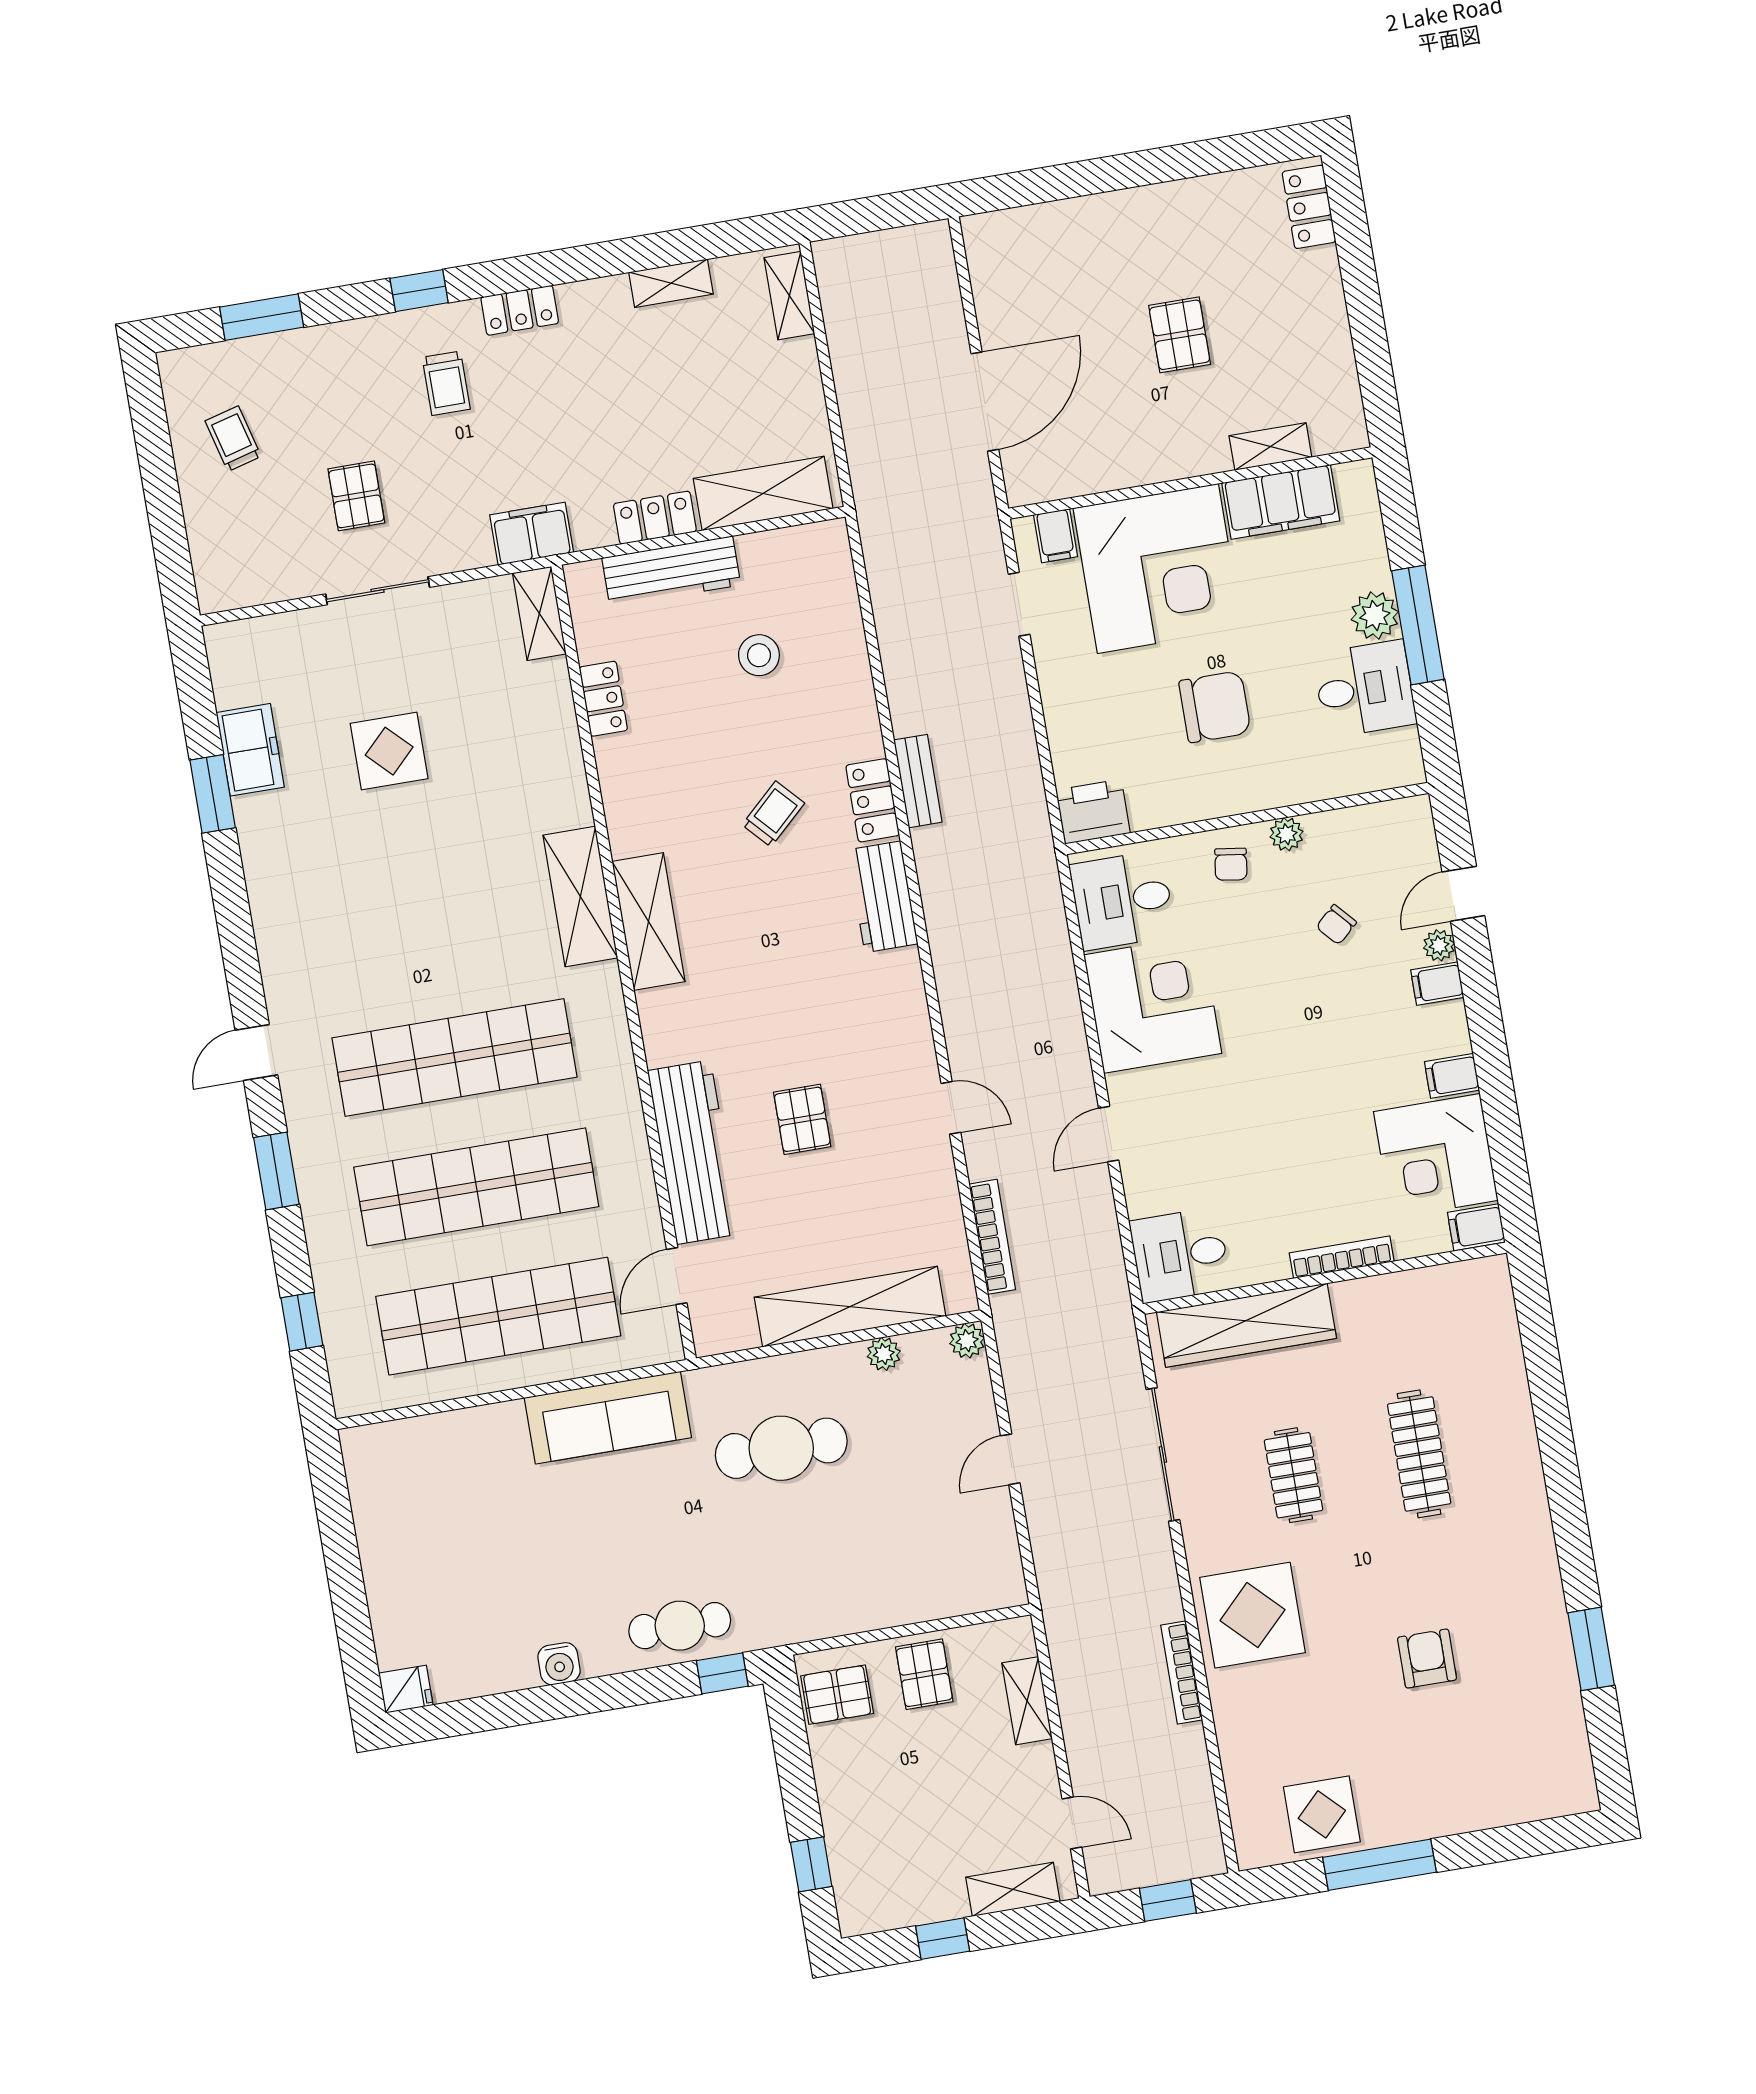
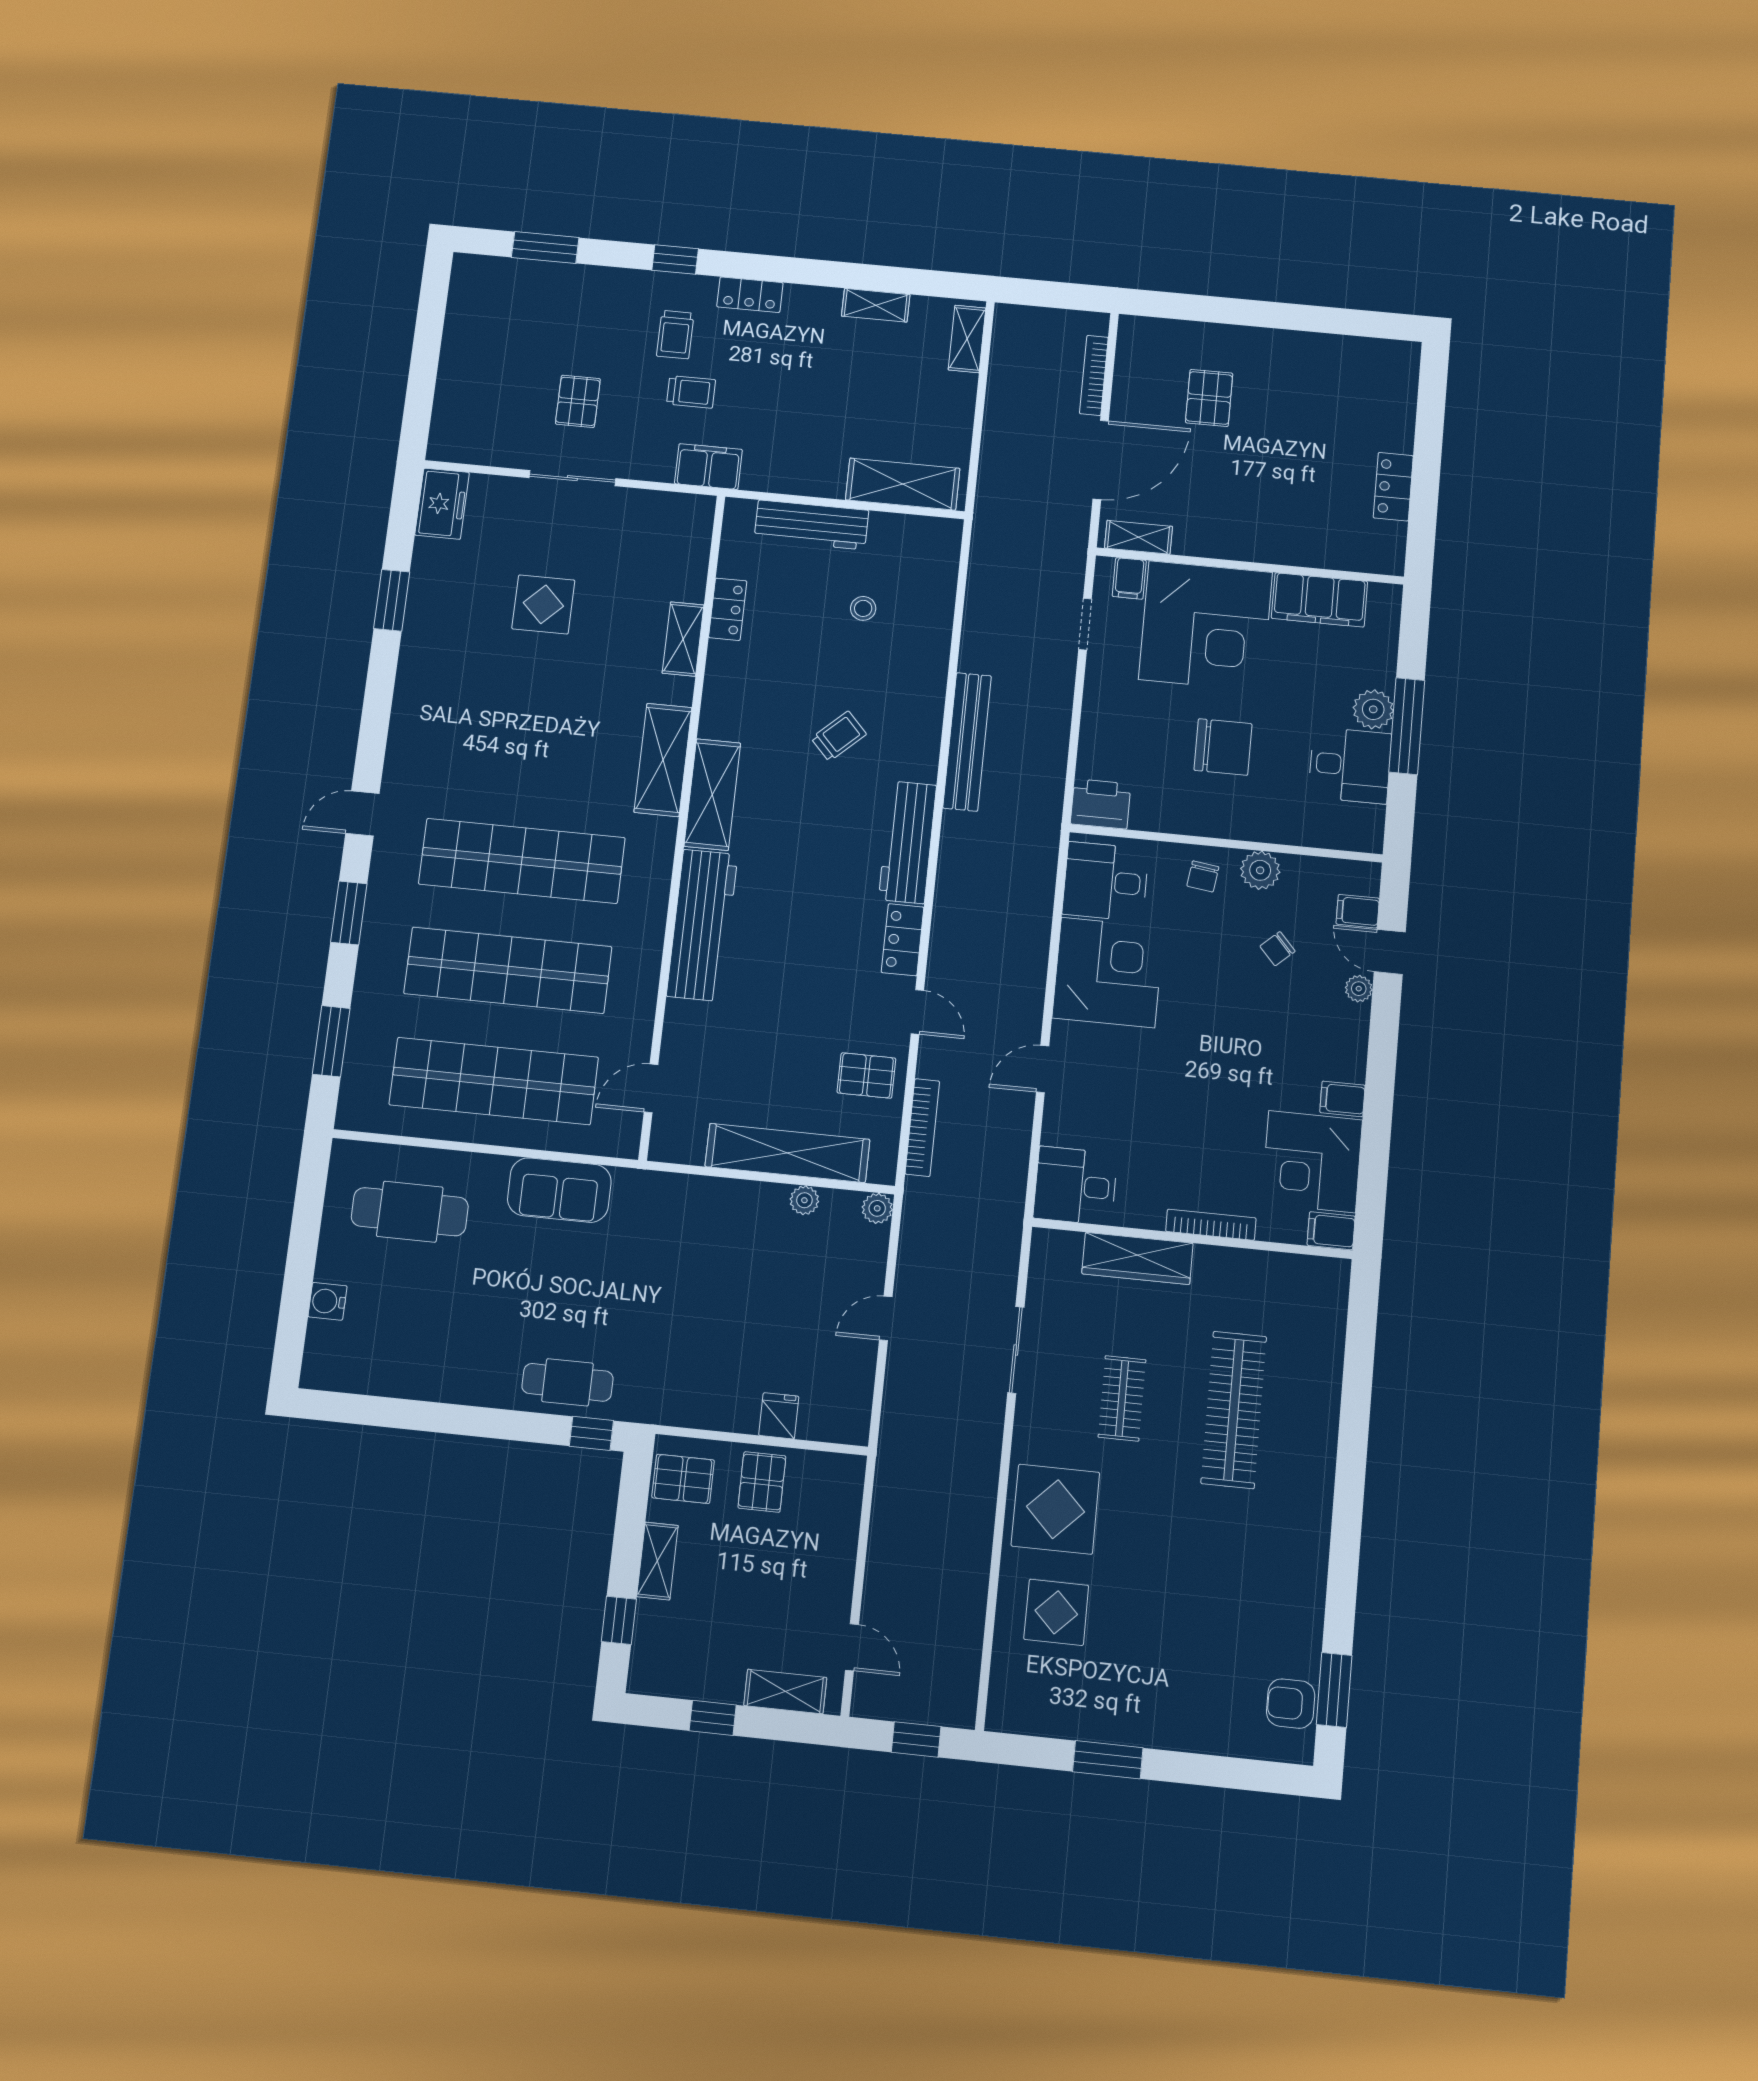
locker: (1309, 207) -> (1393, 487), moved
pallet: (1180, 335) -> (1209, 398), moved
trolley: (233, 439) -> (691, 392), moved, turned 105
shelving: (1270, 447) -> (1138, 537), moved
locker: (655, 518) -> (811, 480), removed
shelving: (539, 613) -> (683, 639), moved
stool: (759, 655) -> (863, 608), width x0.73, depth x0.73
freezer: (250, 750) -> (442, 504), moved
bench: (918, 781) -> (967, 742), width x1.86, depth x1.21
locker: (873, 800) -> (903, 940), moved
plant: (1286, 834) -> (1260, 870), width x1.38, depth x1.38
door: (1463, 894) -> (1390, 952), hinge flipped
workbench: (883, 897) -> (907, 842), width x1.38
filing cabinet: (1437, 984) -> (1358, 911), moved
pallet: (802, 1119) -> (866, 1075), moved, turned 90
workbench: (694, 1152) -> (702, 925), moved
window: (302, 1322) -> (331, 1041), width x1.50
wardrobe: (1246, 1325) -> (1137, 1258), width x0.71, depth x0.85
sofa: (608, 1418) -> (559, 1190), width x0.73
cafe table: (781, 1448) -> (410, 1212), moved
clothes rail: (1419, 1454) -> (1234, 1410), width x1.37, depth x1.31
sliding door: (1163, 1455) -> (1016, 1350), width x0.73
window: (1591, 1649) -> (1334, 1690), moved
armchair: (1427, 1659) -> (1291, 1704), moved, turned -90
water cooler: (559, 1664) -> (328, 1301), moved, turned 90
bookcase: (1182, 1673) -> (1094, 375), moved
fridge: (406, 1689) -> (779, 1416), moved, turned -90
shelving: (1027, 1701) -> (657, 1561), moved
display table: (1322, 1814) -> (1056, 1612), moved
window: (1380, 1865) -> (1108, 1760), width x0.69

